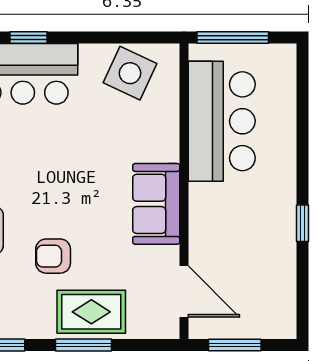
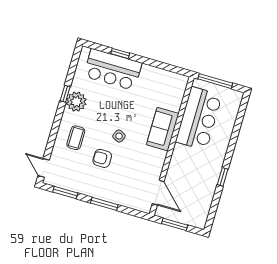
side table: (130, 73) -> (119, 136), moved, width x0.54, depth x0.54
sofa: (156, 204) -> (163, 129), moved
rug: (91, 312) -> (112, 189), removed

